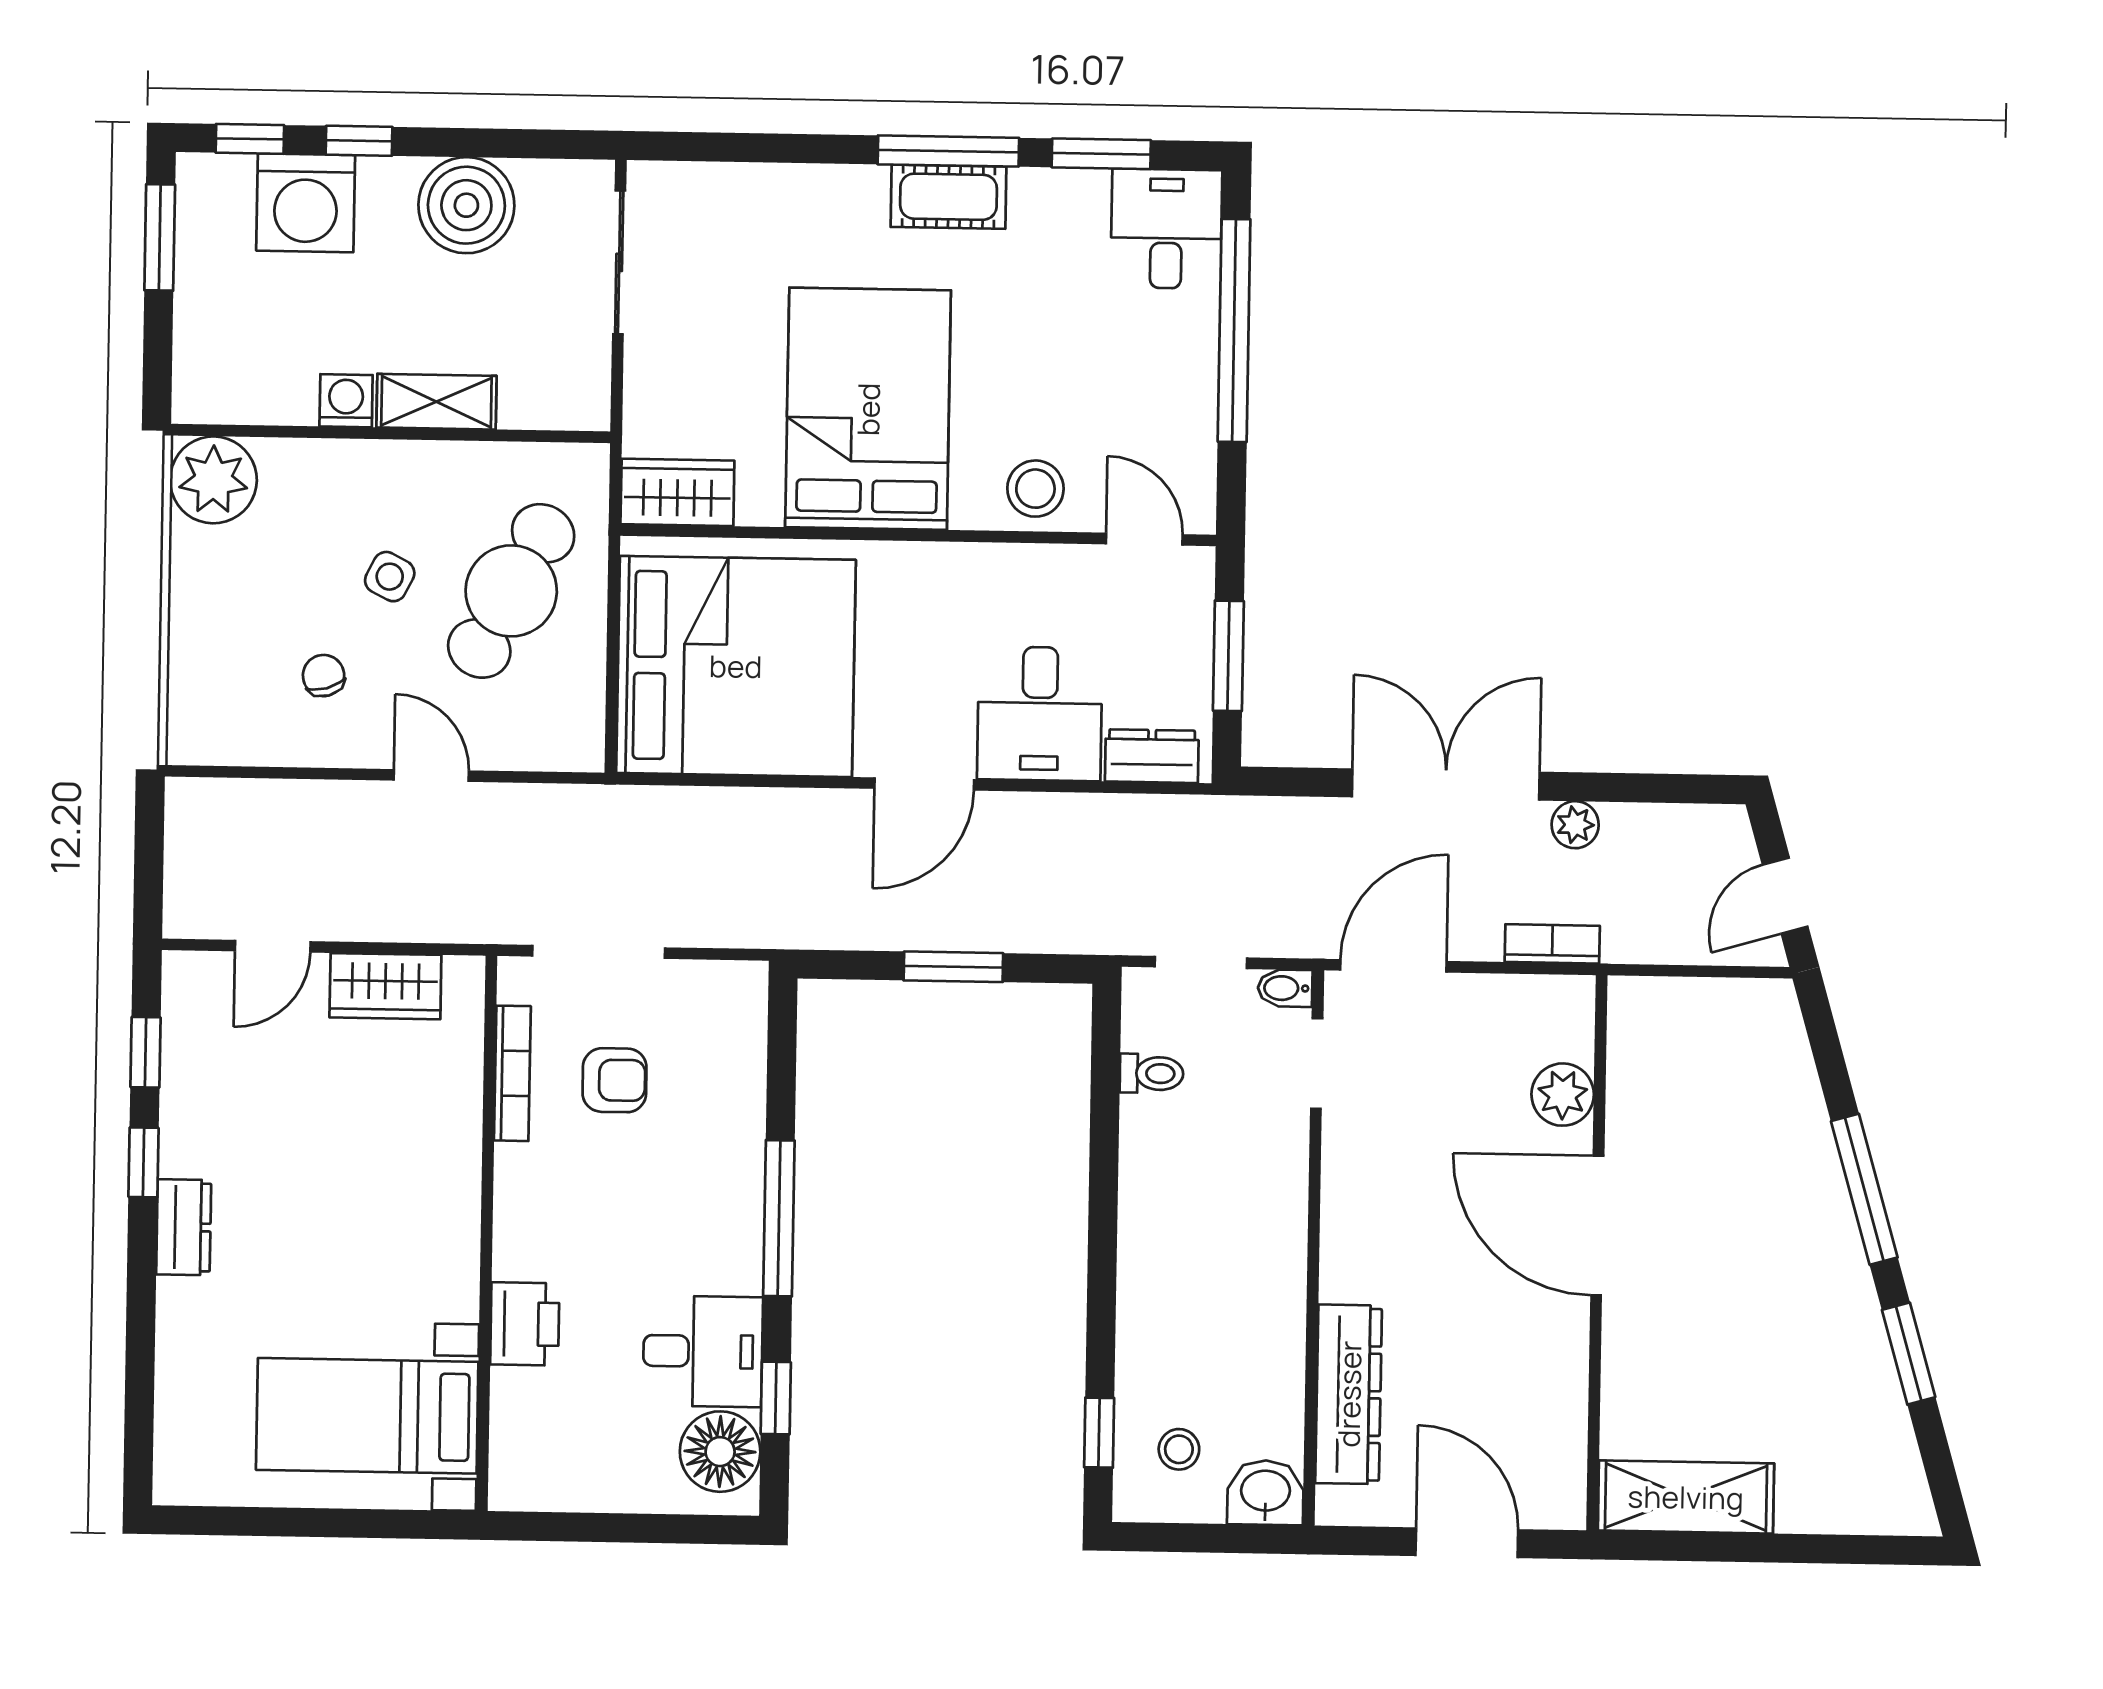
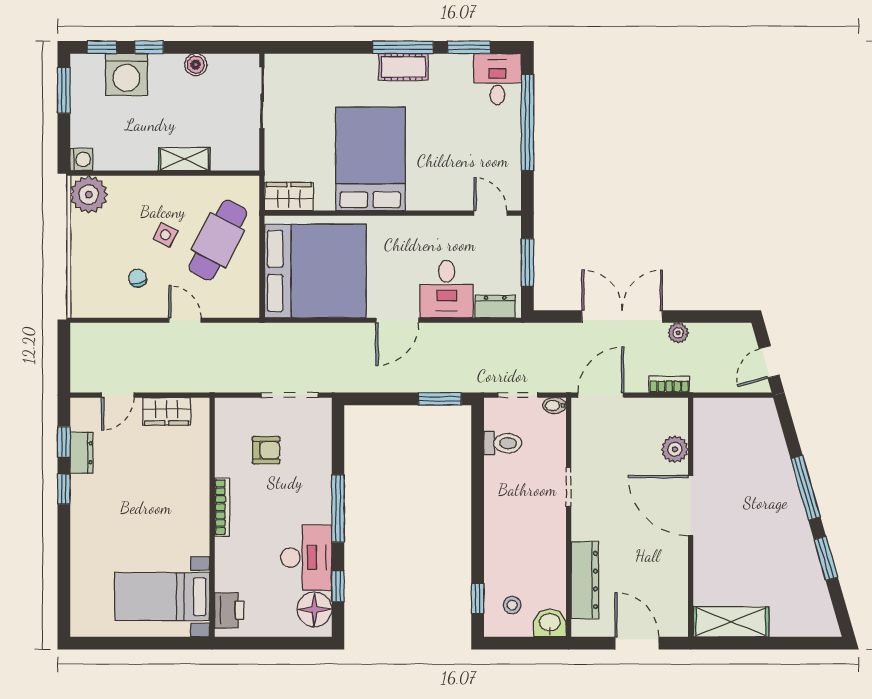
boiler: (466, 205) -> (196, 65), width x0.54, depth x0.54
washing machine: (346, 401) -> (81, 159), moved, turned 90
stool: (1035, 489) -> (443, 192), removed
doorway: (599, 952) -> (290, 395), moved
window: (953, 967) -> (440, 399), moved
doorway: (1317, 1063) -> (569, 487), moved
bookcase: (512, 1073) -> (222, 507), moved
toilet: (1151, 1073) -> (503, 443), width x1.37, depth x1.39
dresser: (184, 1227) -> (82, 453), moved
printer: (525, 1324) -> (229, 610), moved
desk: (703, 1351) -> (306, 558), width x1.37

